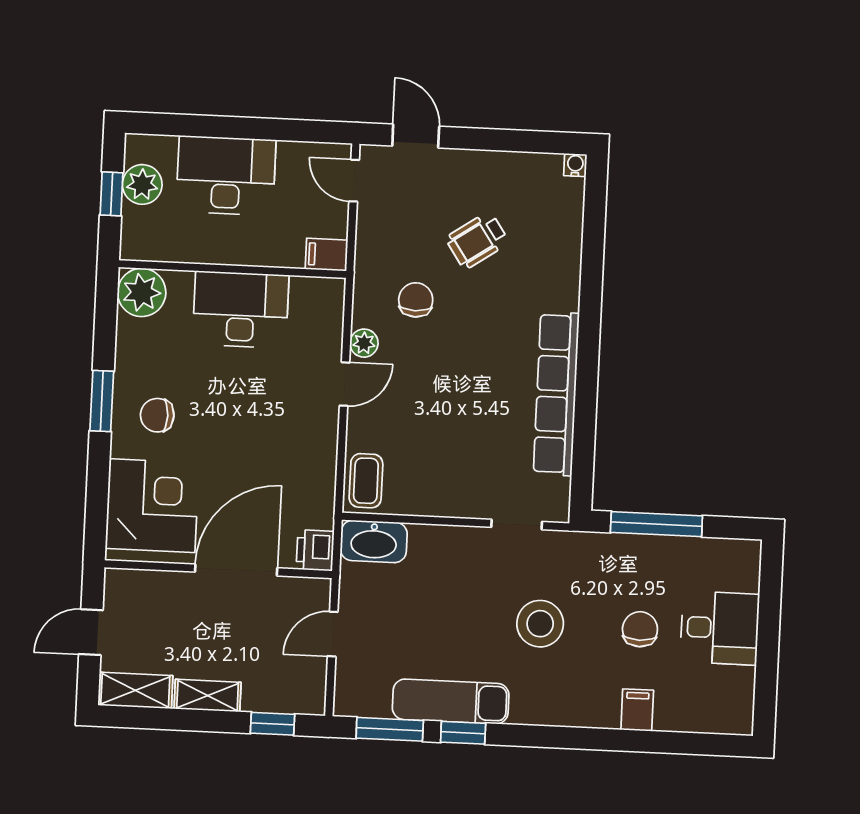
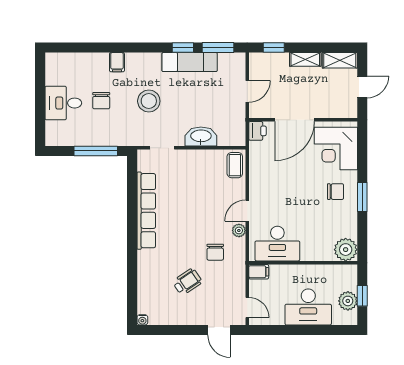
desk: (241, 310) -> (277, 244), moved
washbasin: (374, 541) -> (201, 136), moved
filing cabinet: (637, 710) -> (117, 62), moved

